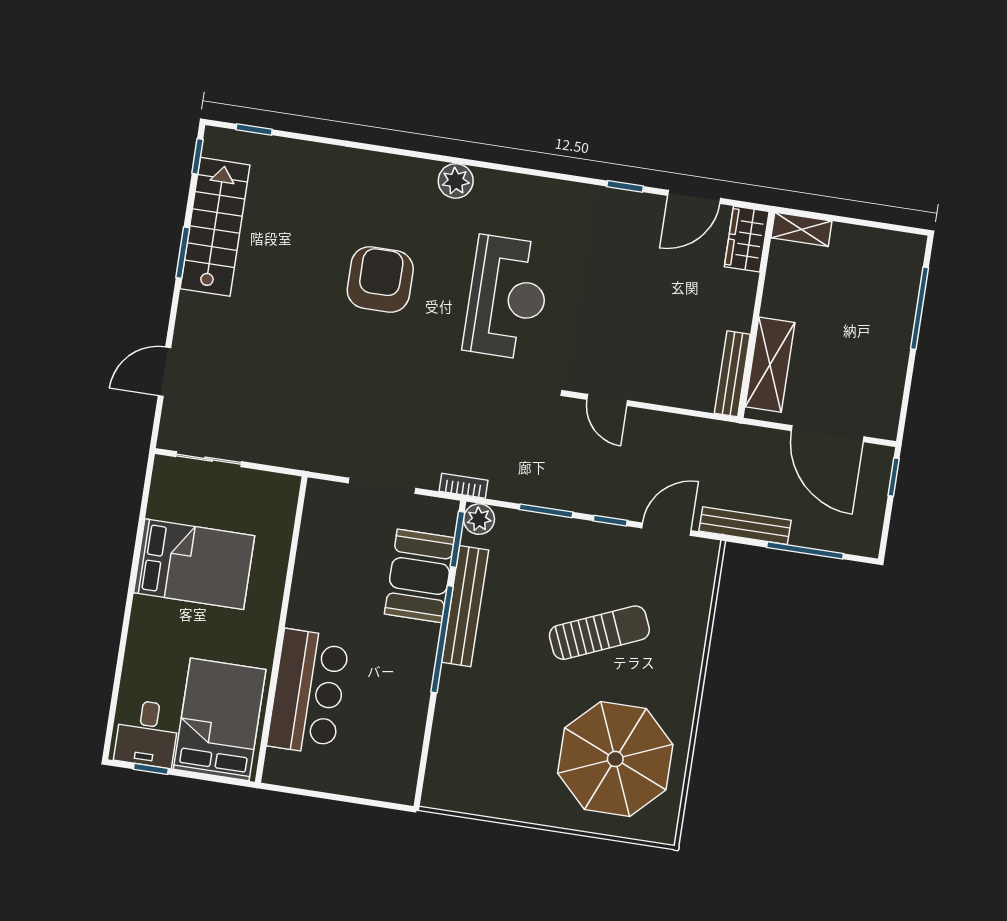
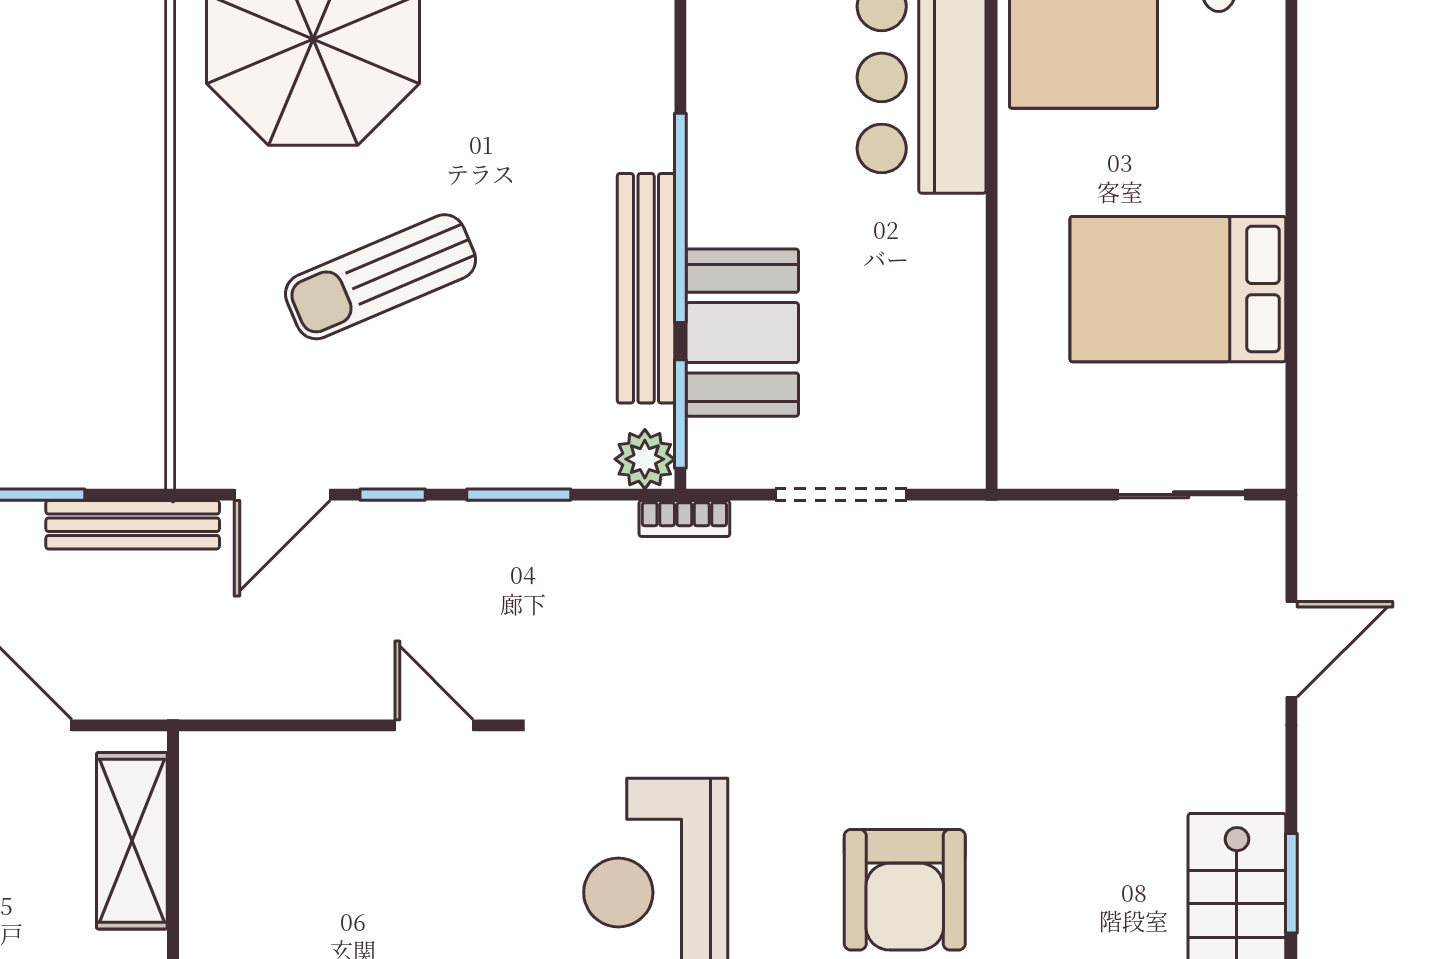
bench: (732, 374) -> (202, 812), removed

